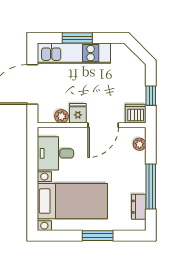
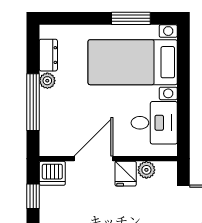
plant: (140, 144) -> (47, 81), moved
window: (151, 187) -> (33, 102), moved
window: (98, 236) -> (131, 18), moved

